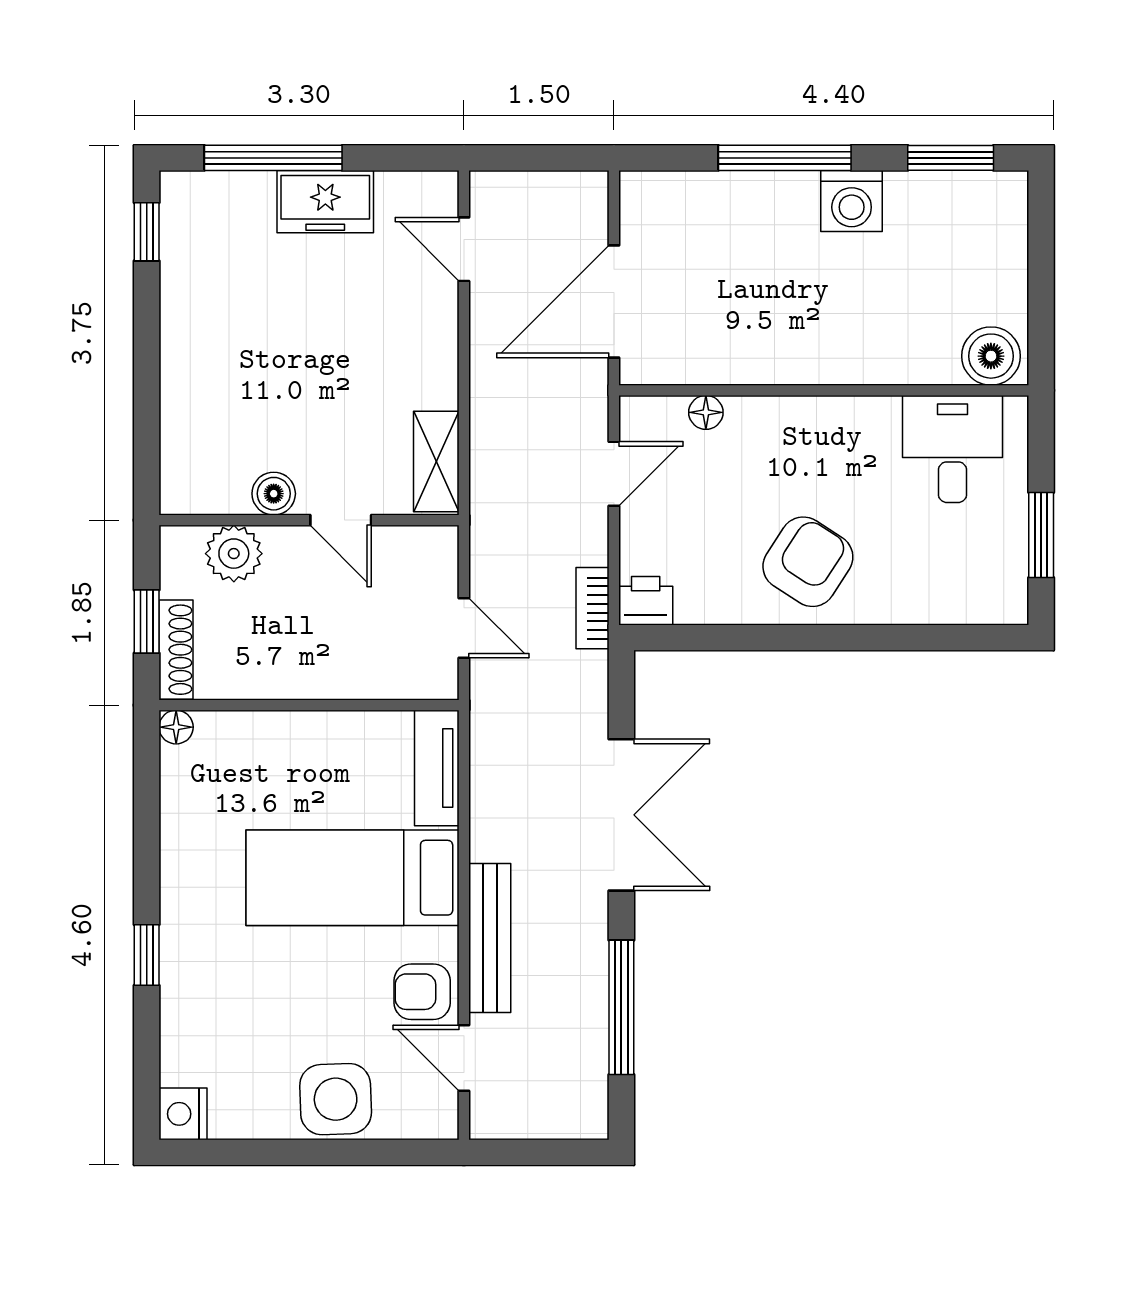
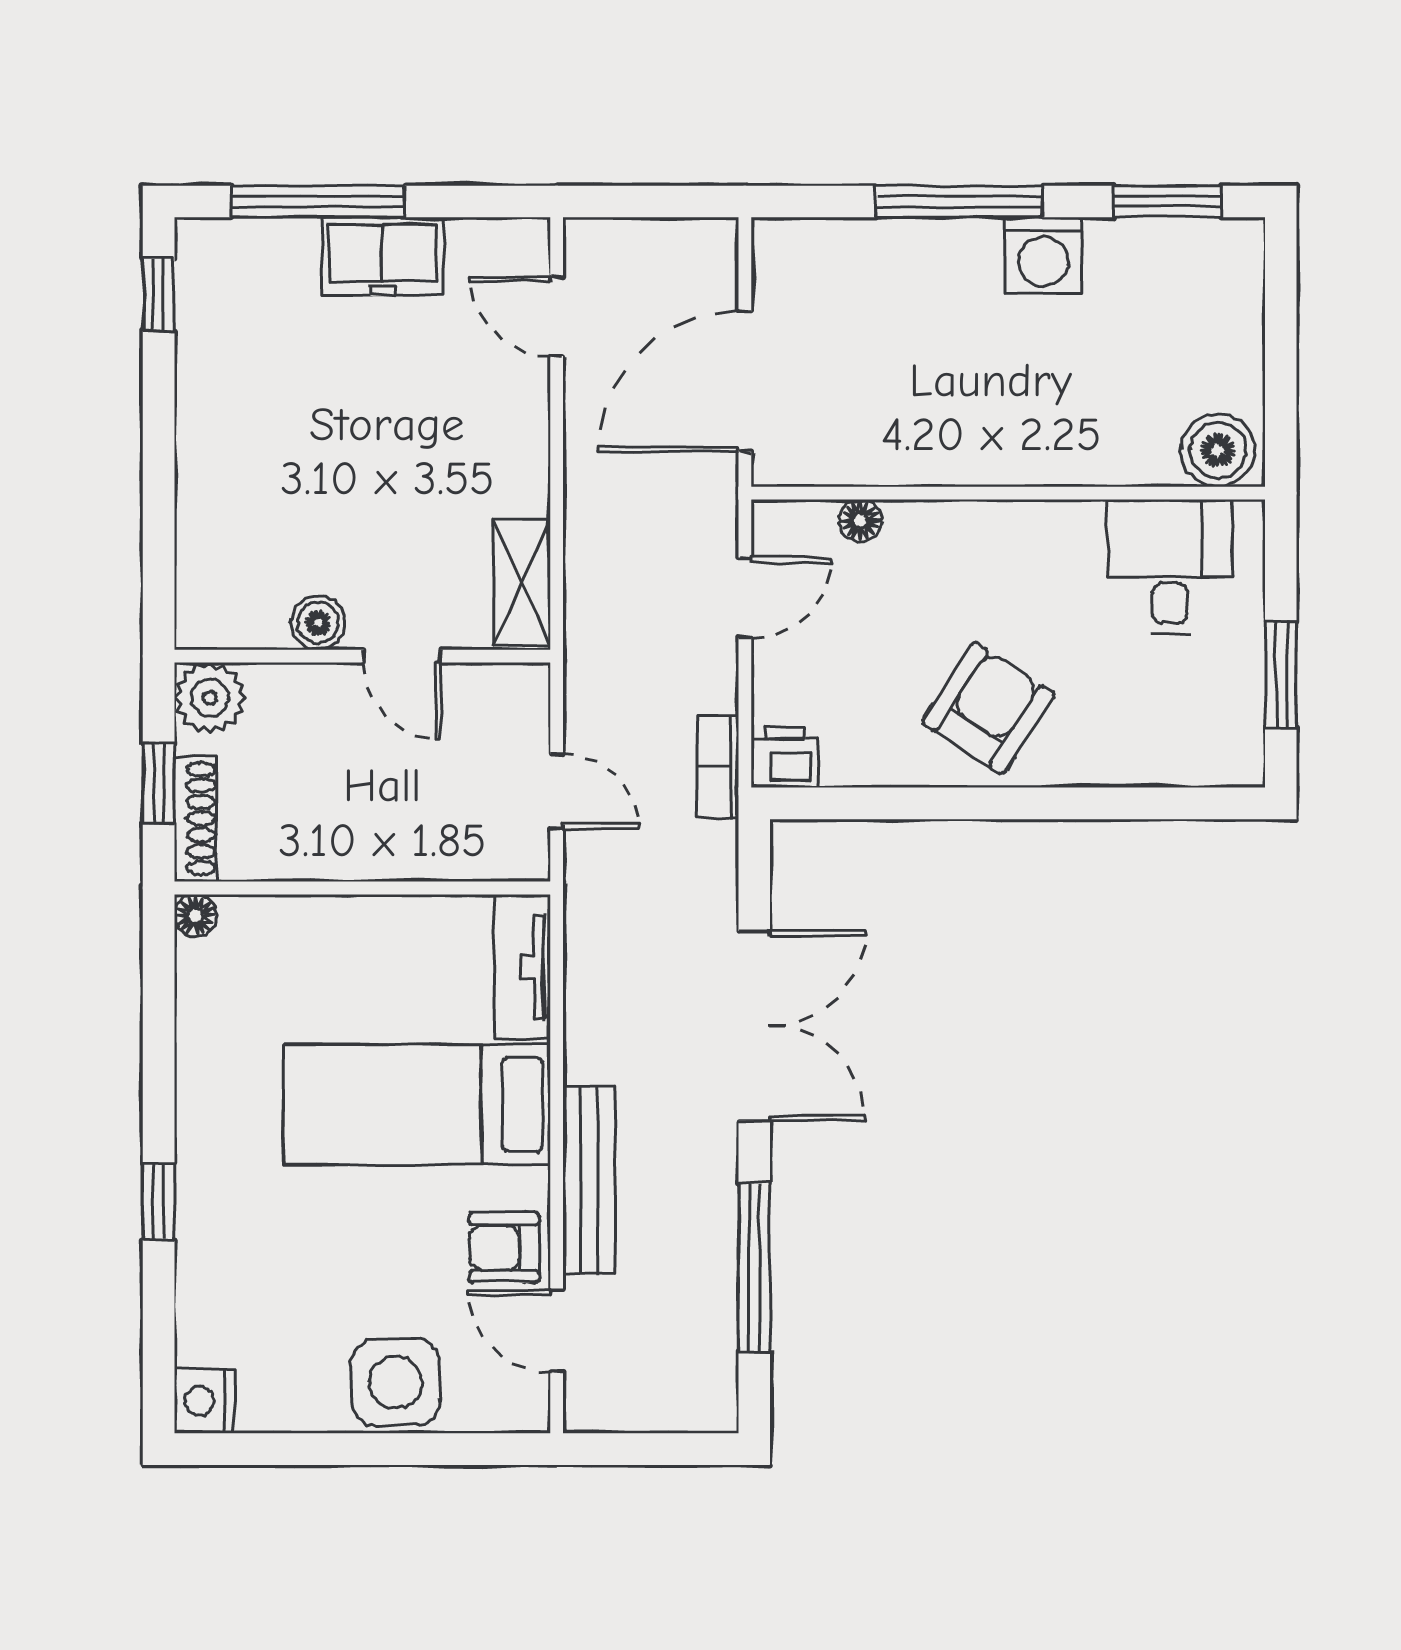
plant: (234, 554) -> (210, 698), moved

